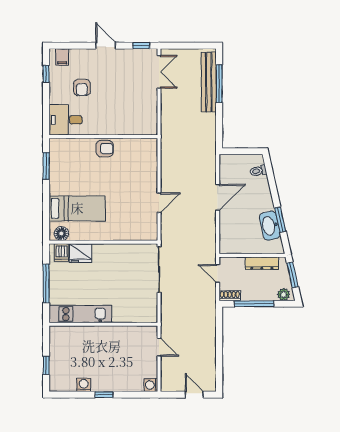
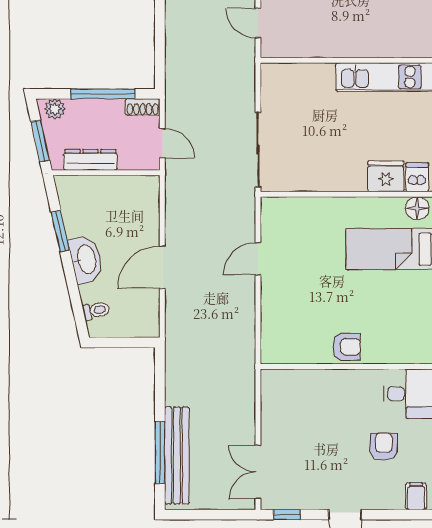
armchair: (105, 149) -> (347, 347), turned 180
washbasin: (270, 226) -> (86, 260), moved

